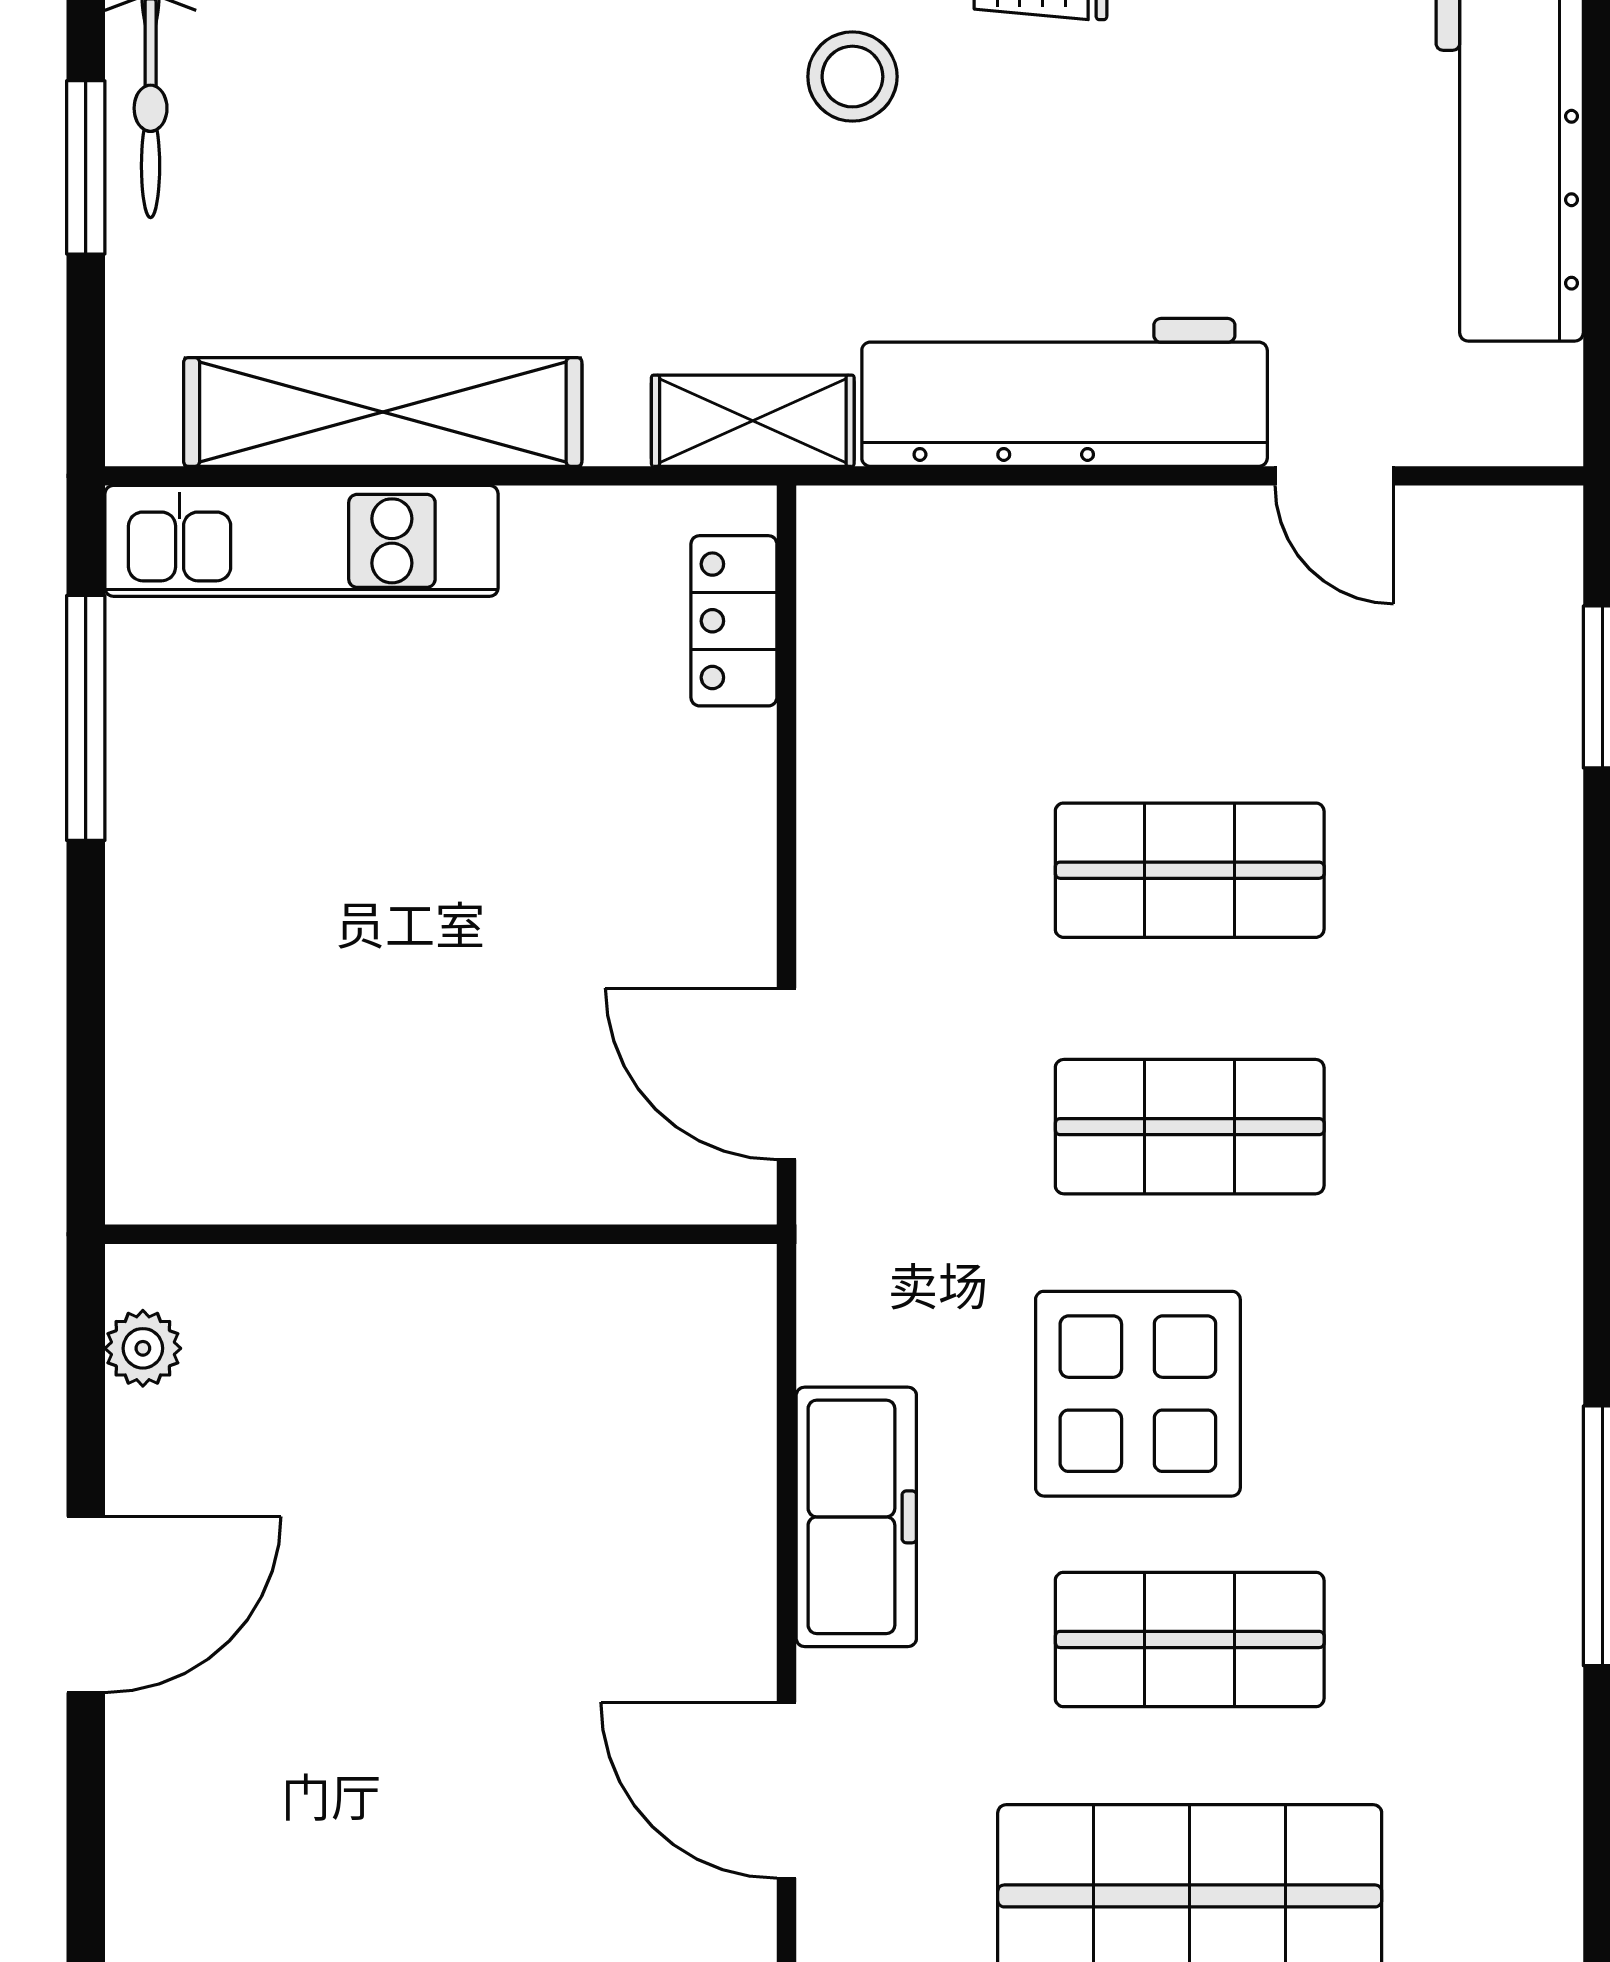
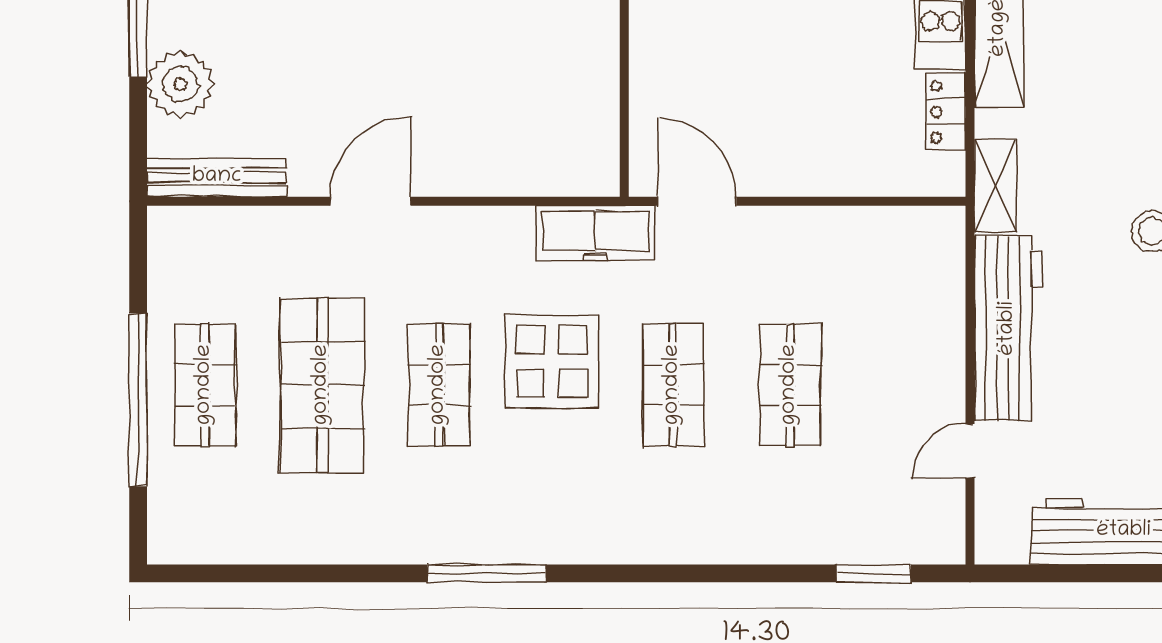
locker: (734, 621) -> (946, 112), moved, turned -90
door: (786, 1074) -> (697, 201), hinge flipped
freezer: (856, 1517) -> (595, 233), moved

